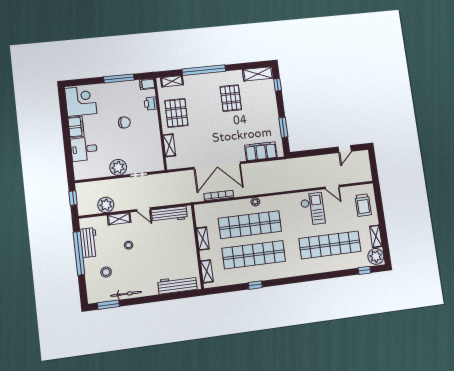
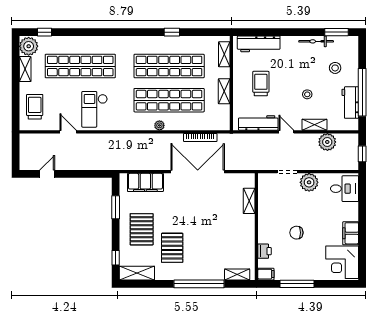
pallet: (176, 113) -> (142, 229), moved
desk: (84, 149) -> (344, 189), moved
trolley: (171, 250) -> (261, 84), added

